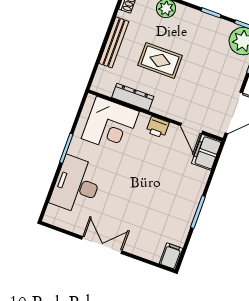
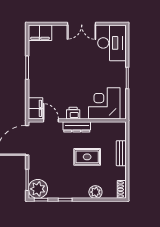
bench: (114, 42) -> (121, 153), width x0.73
dresser: (133, 97) -> (77, 127), moved
desk: (77, 185) -> (112, 43), moved
filing cabinet: (171, 256) -> (40, 33), width x2.00

